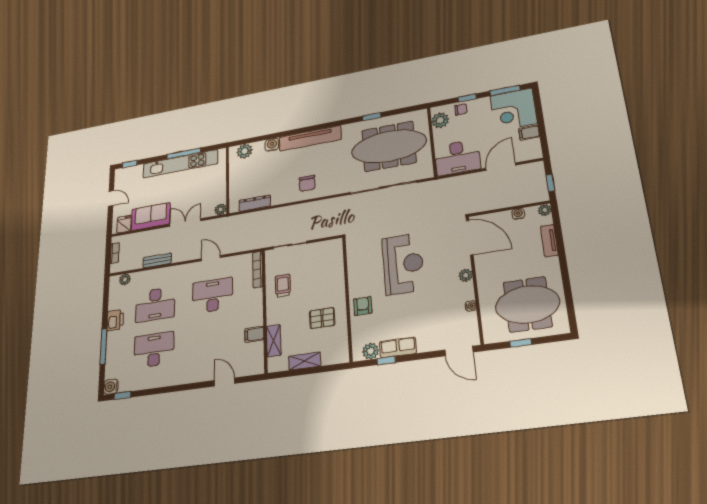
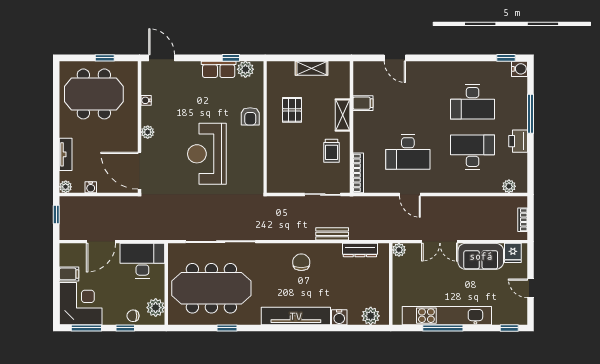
bench: (157, 260) -> (332, 234), moved
pallet: (322, 318) -> (292, 110), turned 90
shelving: (274, 341) -> (343, 115), moved

